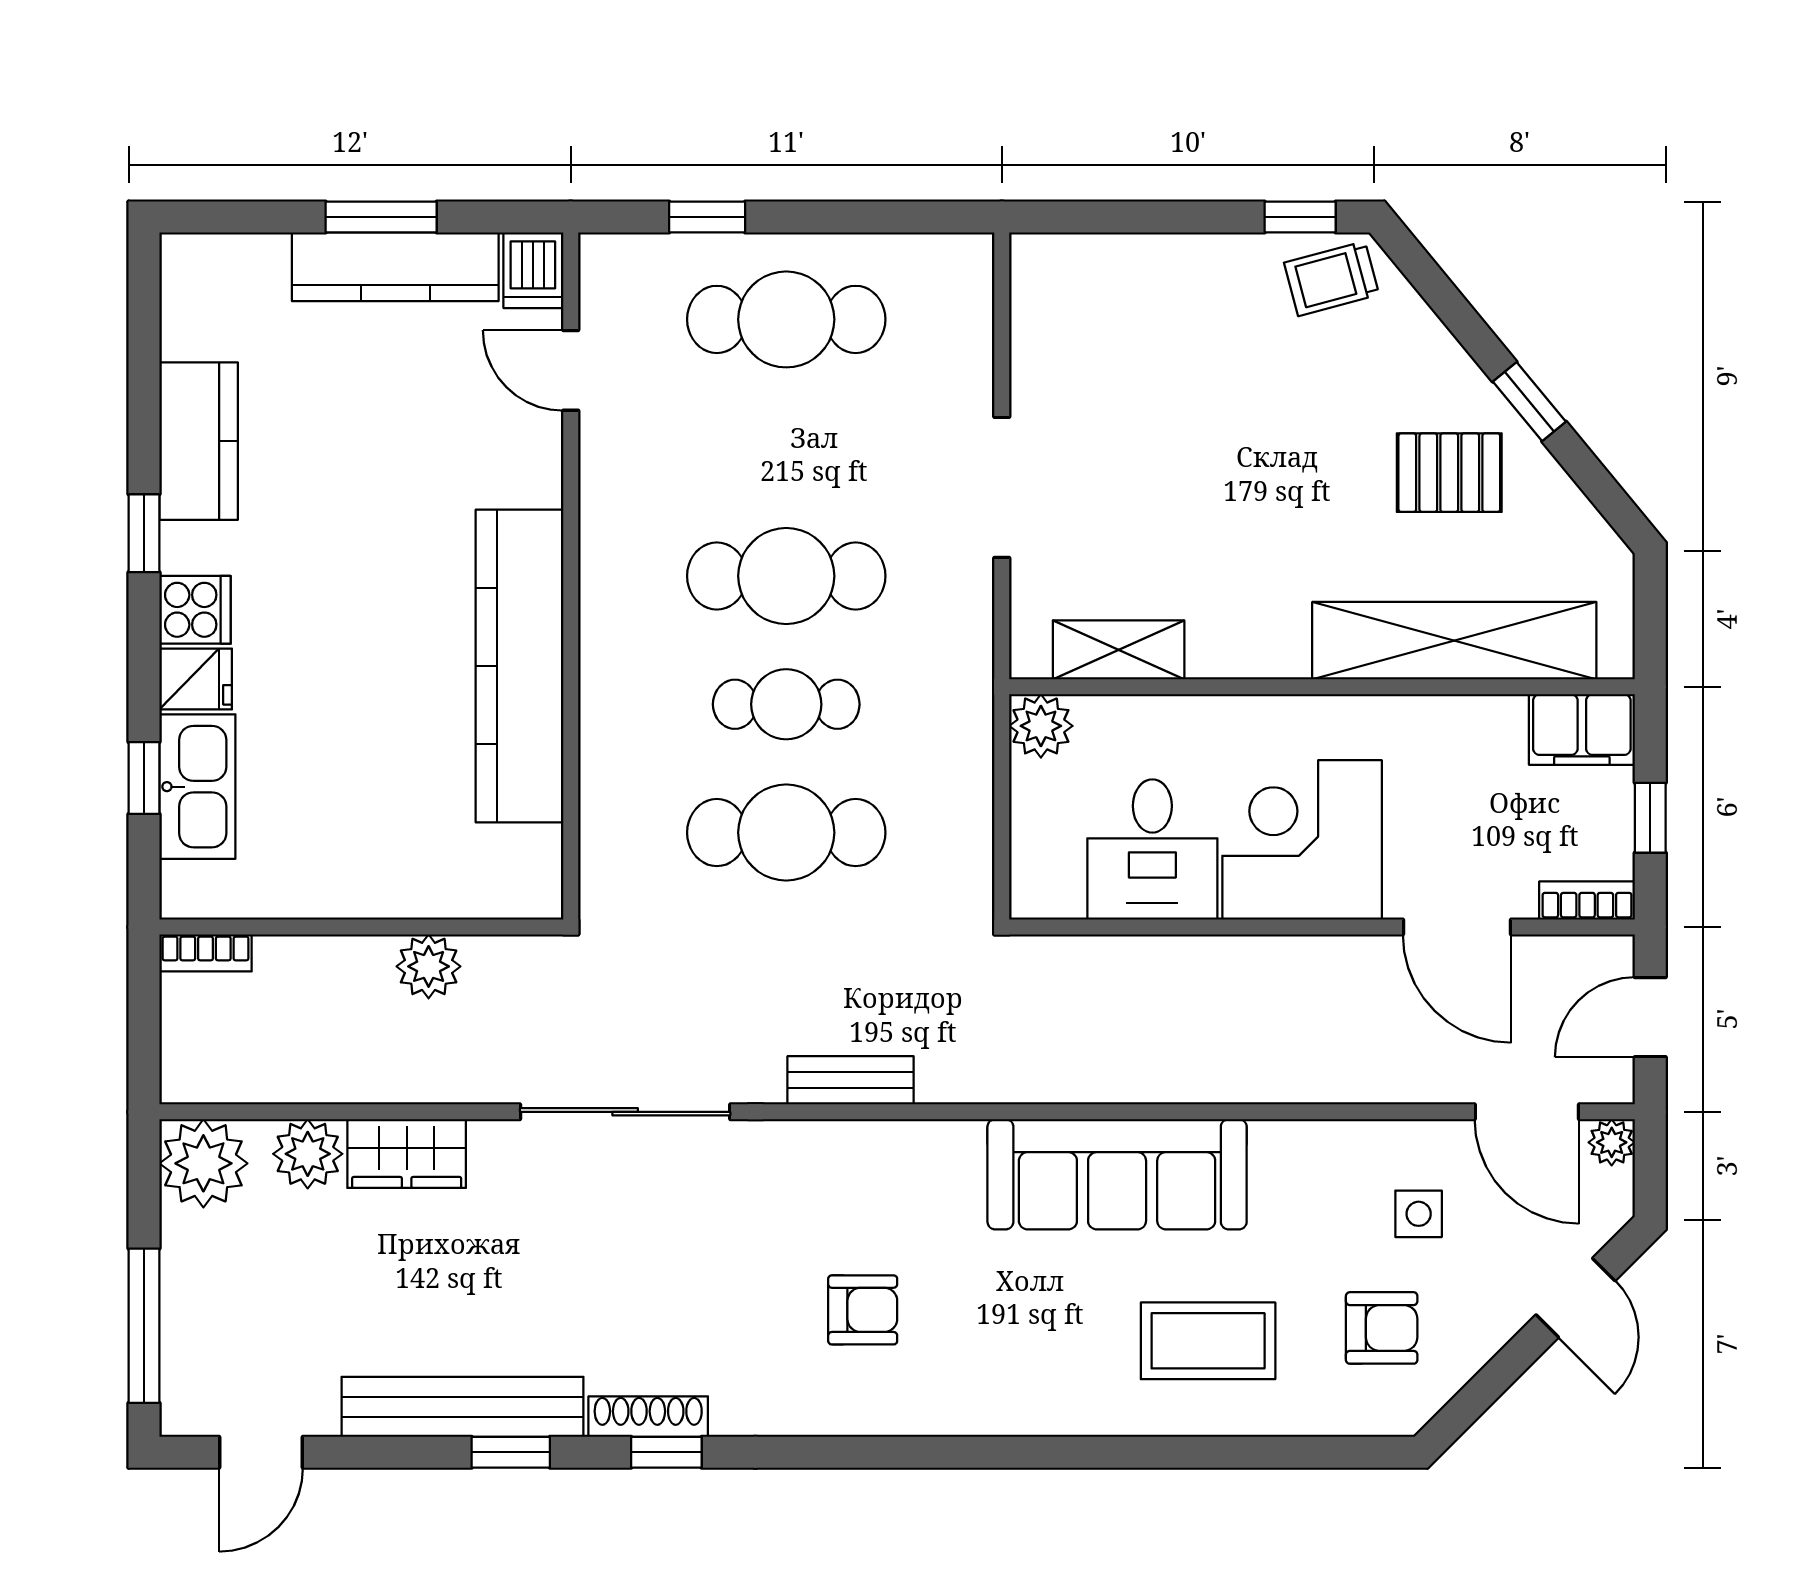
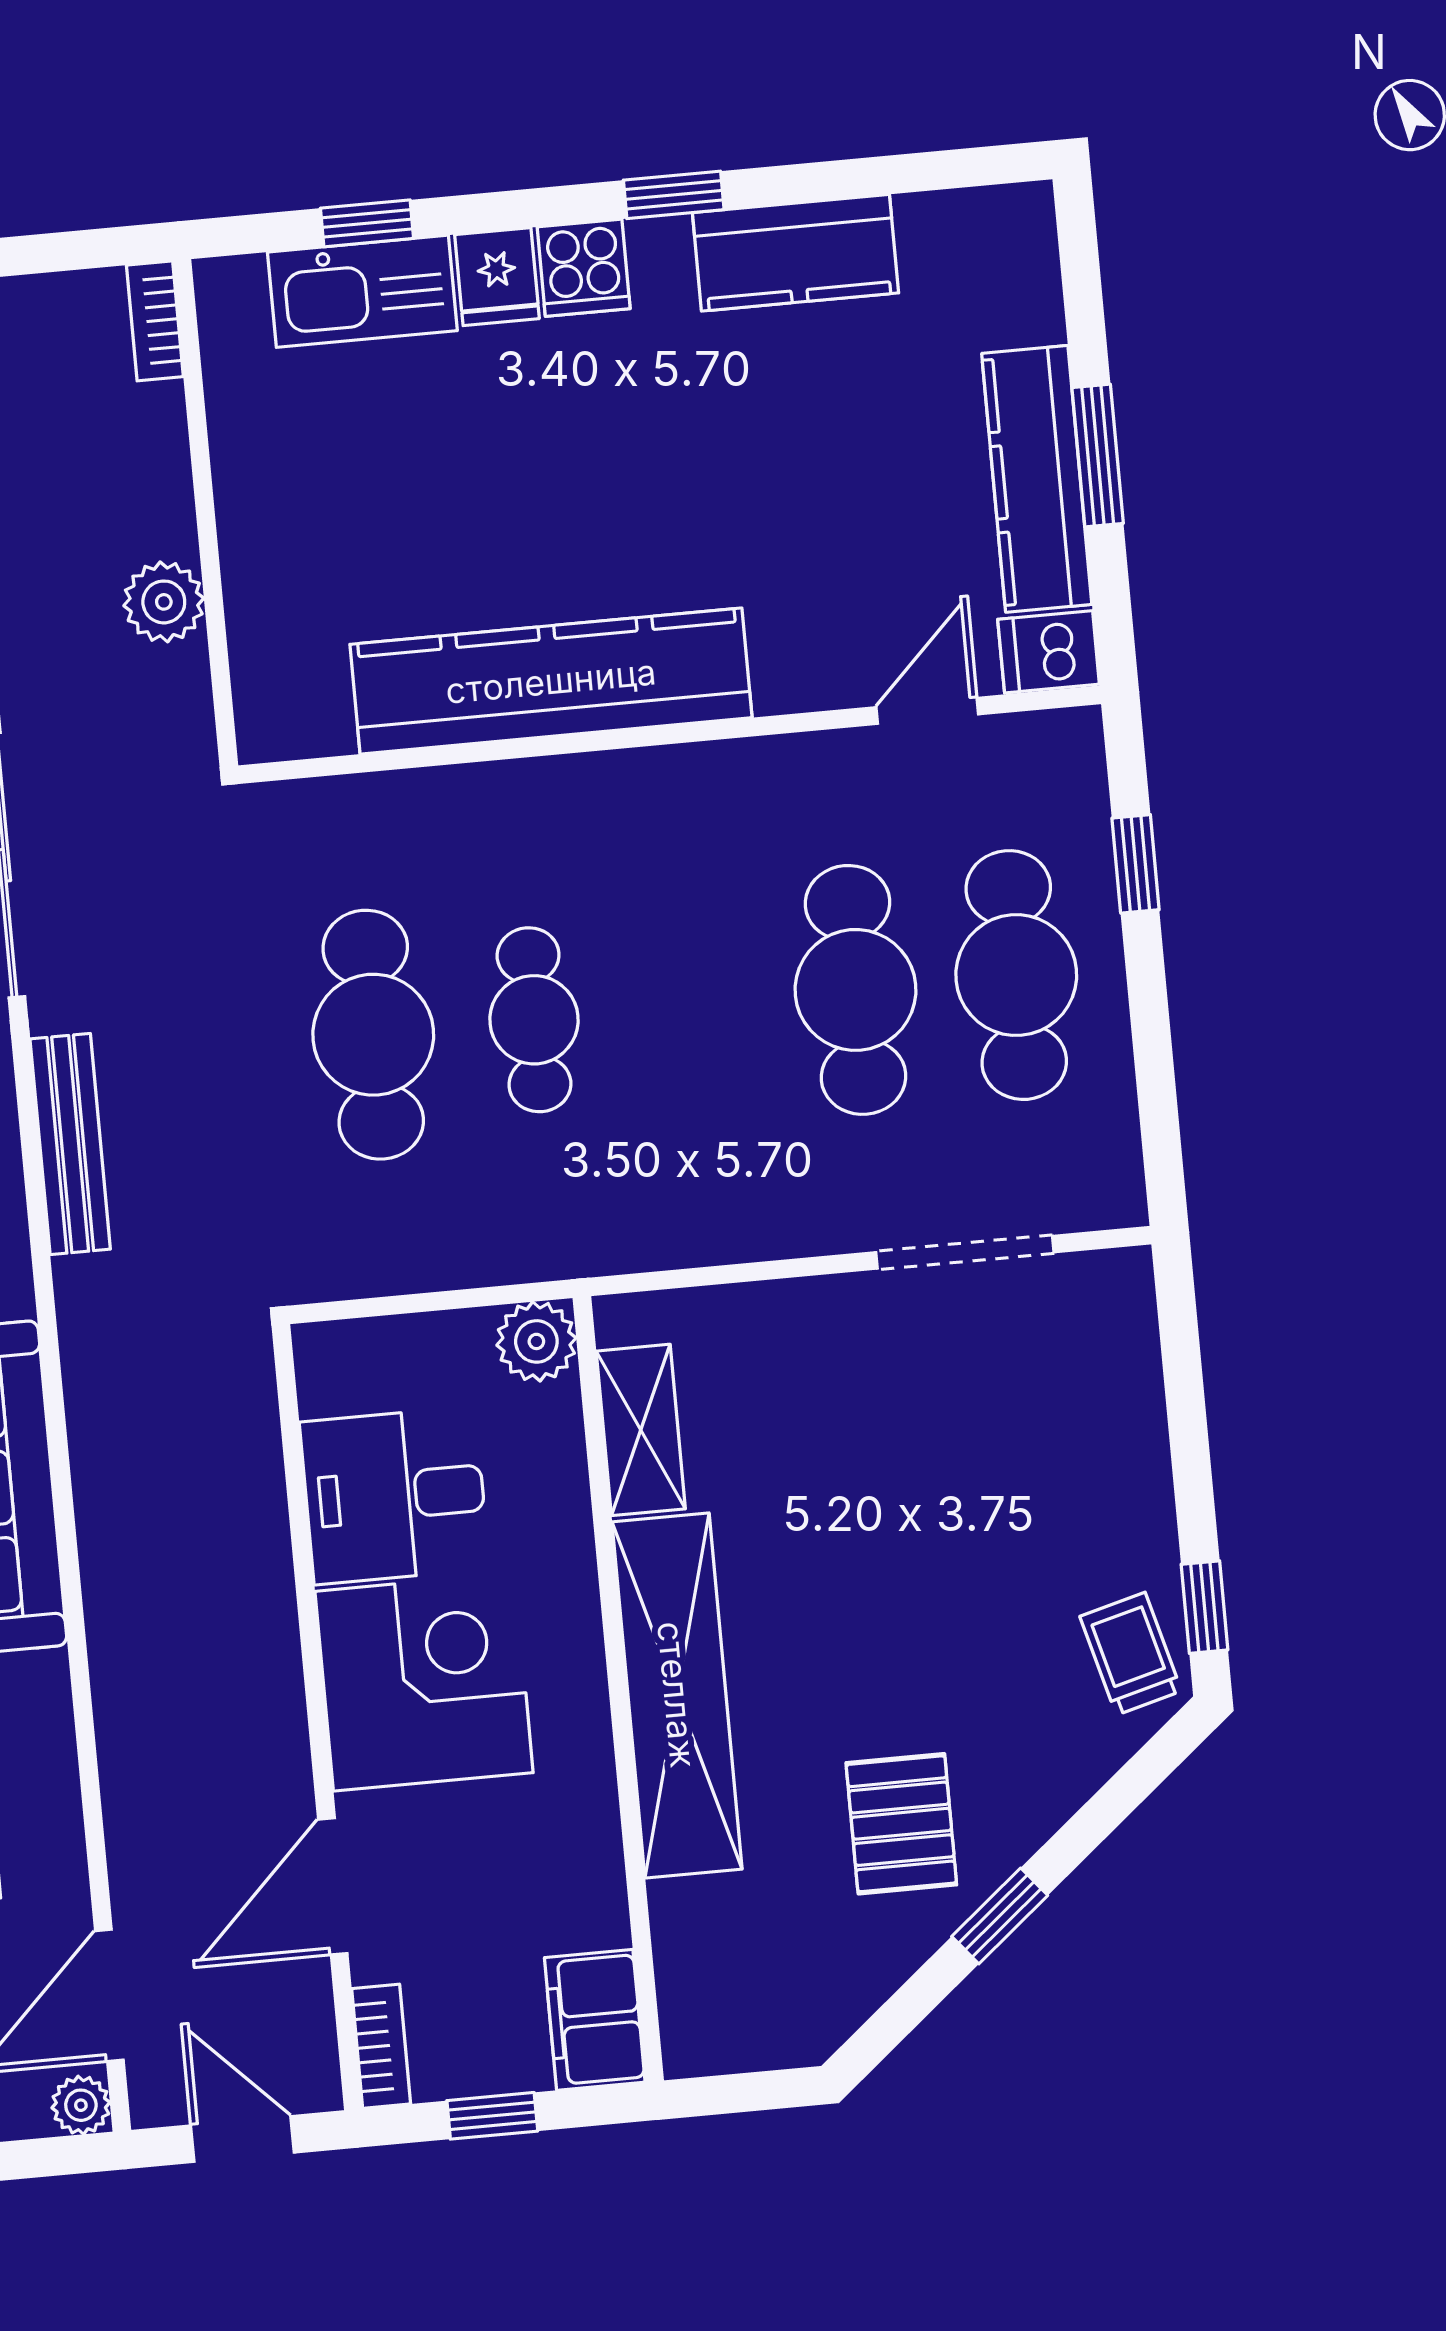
doorway: (1002, 487) -> (965, 1252), moved
cafe table: (786, 576) -> (856, 990), moved
shelving: (1454, 641) -> (677, 1695), moved
bench: (851, 1080) -> (70, 1144), width x1.36

